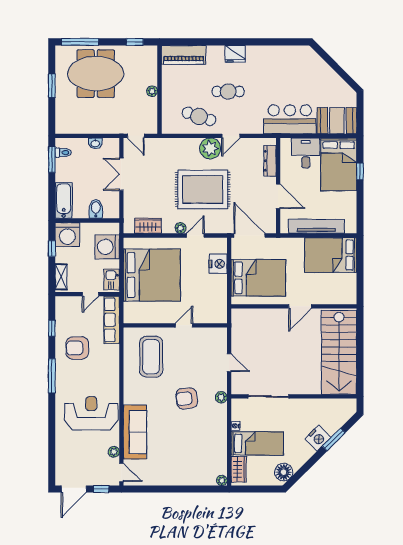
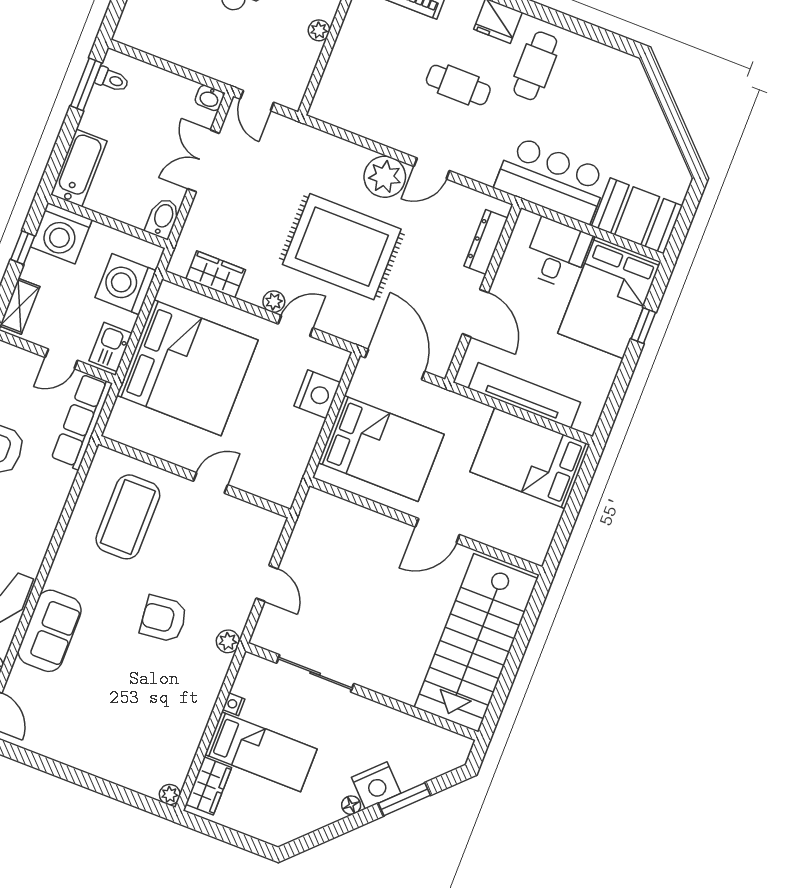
cafe table: (199, 116) -> (535, 66), moved, turned 72
washbasin: (95, 143) -> (209, 98), moved
bidet: (96, 209) -> (163, 218), moved
sofa: (135, 432) -> (50, 631), width x0.73
floor lamp: (284, 472) -> (351, 805), moved, width x0.53, depth x0.53

